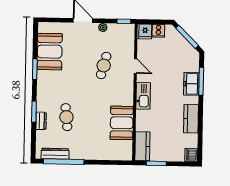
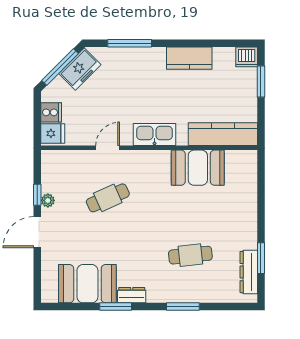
window: (124, 21) -> (37, 195), moved
cafe table: (104, 65) -> (108, 198), turned -39
freezer: (191, 84) -> (80, 69), moved, turned -45
dresser: (41, 121) -> (132, 295), moved
kitchen counter: (142, 146) -> (223, 134), width x1.50
window: (64, 162) -> (261, 258), width x0.47
window: (156, 163) -> (261, 81), moved

